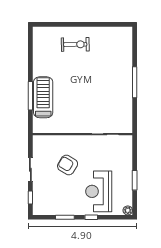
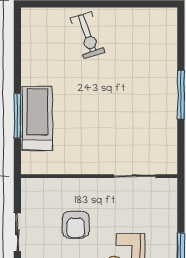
exercise bike: (75, 44) -> (88, 35), turned 72
armchair: (68, 165) -> (76, 225), turned -121

